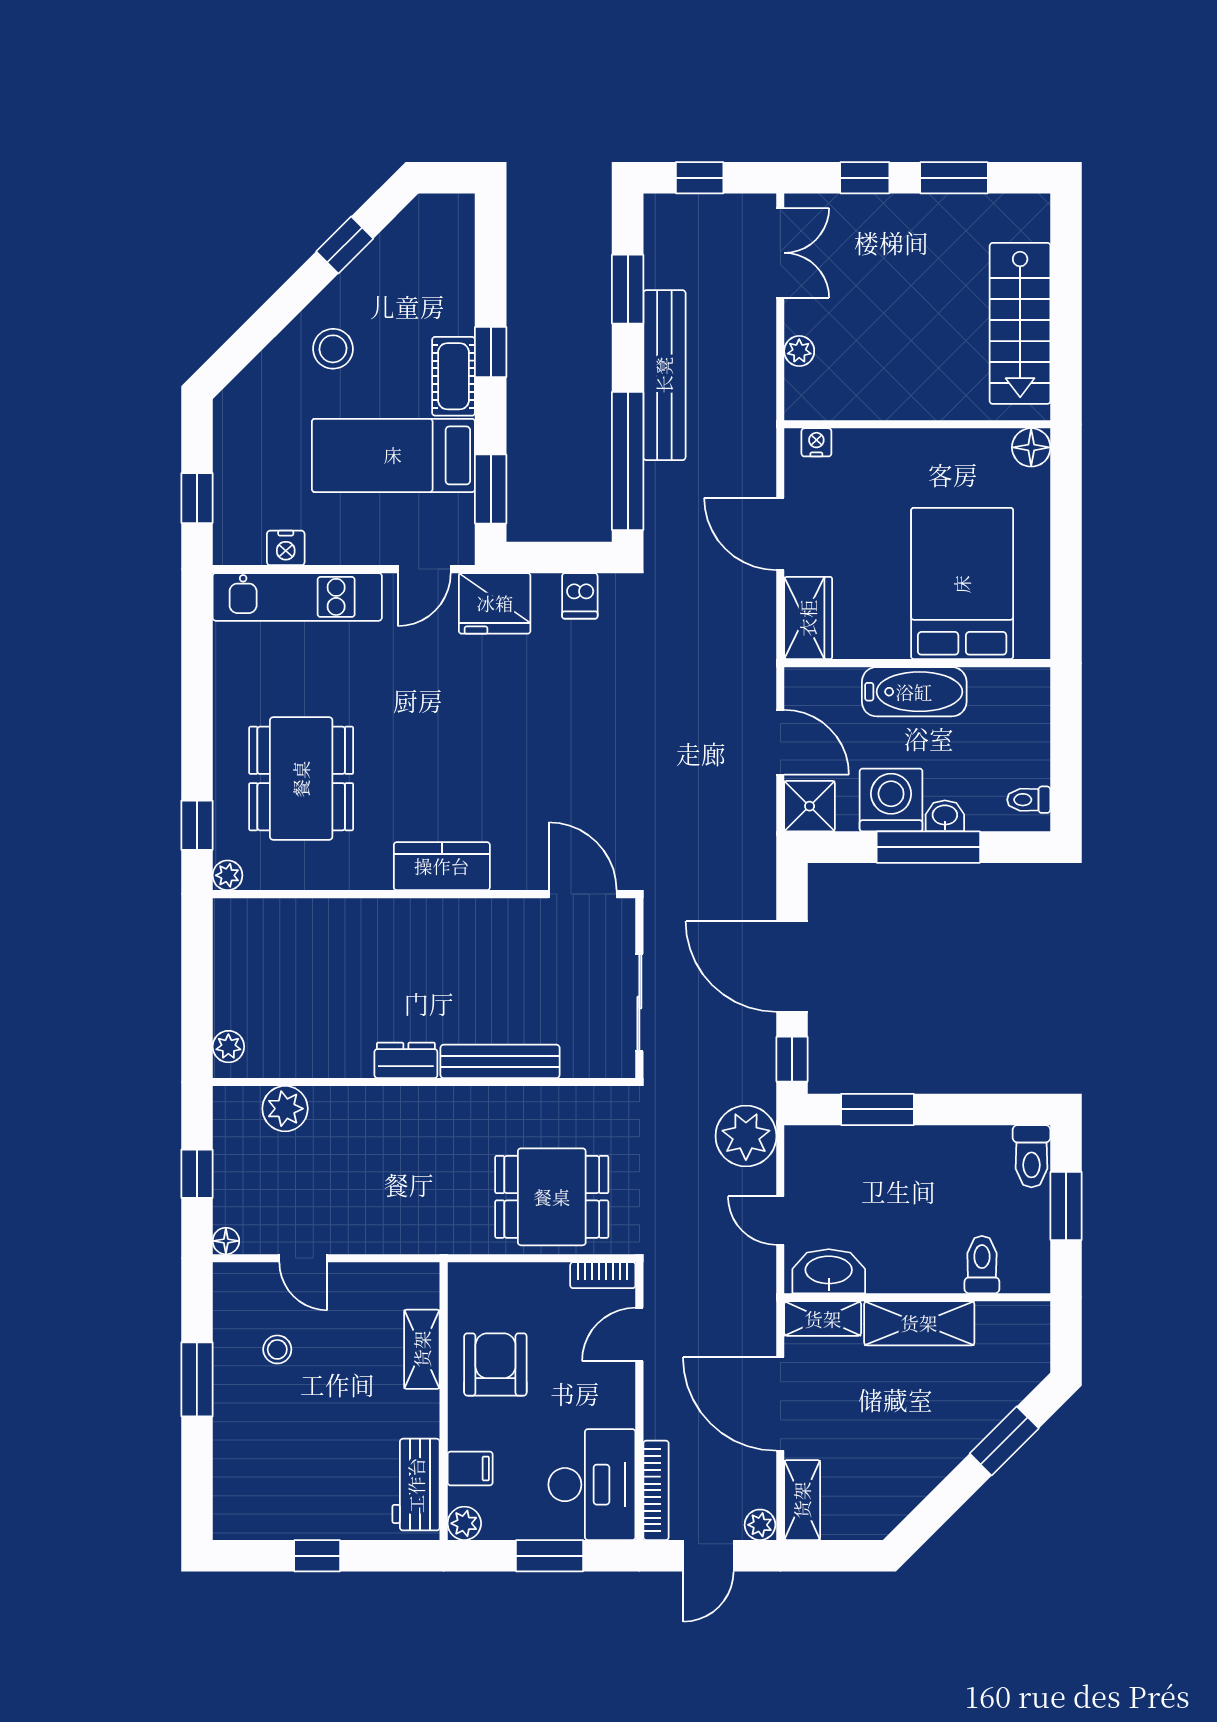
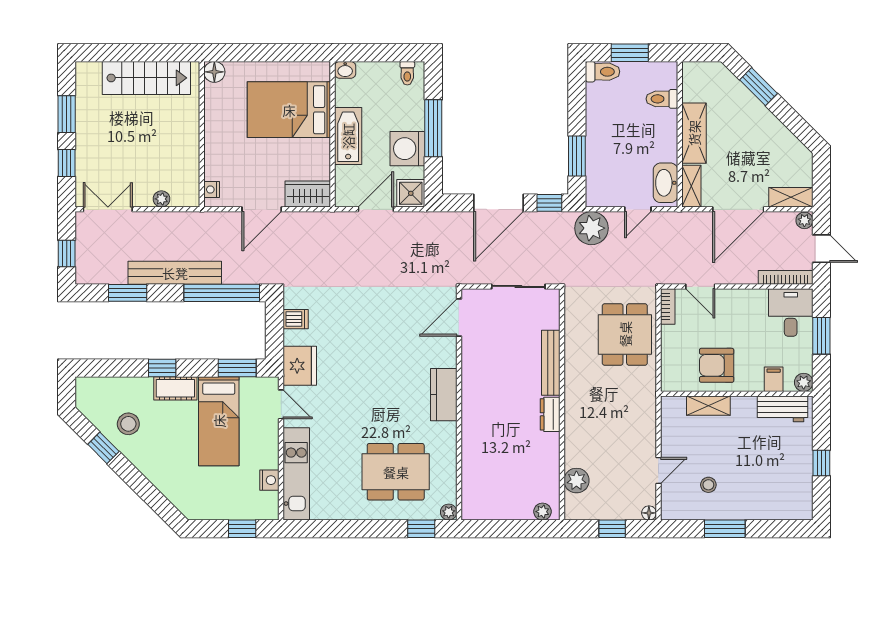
stool: (333, 349) -> (128, 424), moved
washbasin: (945, 816) -> (345, 70), moved, turned -90
desk: (592, 1485) -> (791, 312), width x0.73

